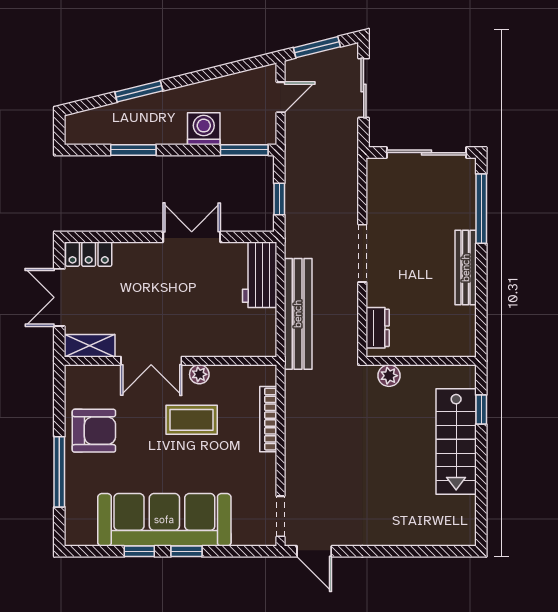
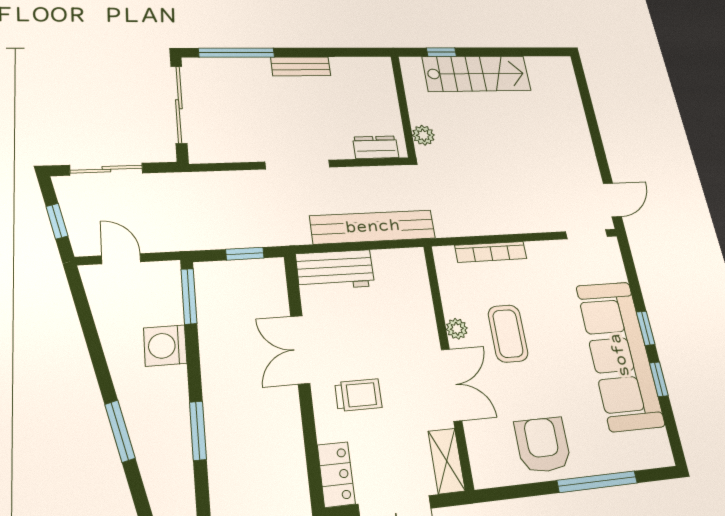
window: (317, 47) -> (57, 221), width x0.67
bench: (466, 268) -> (301, 66), width x0.73
trolley: (150, 280) -> (358, 395), added

